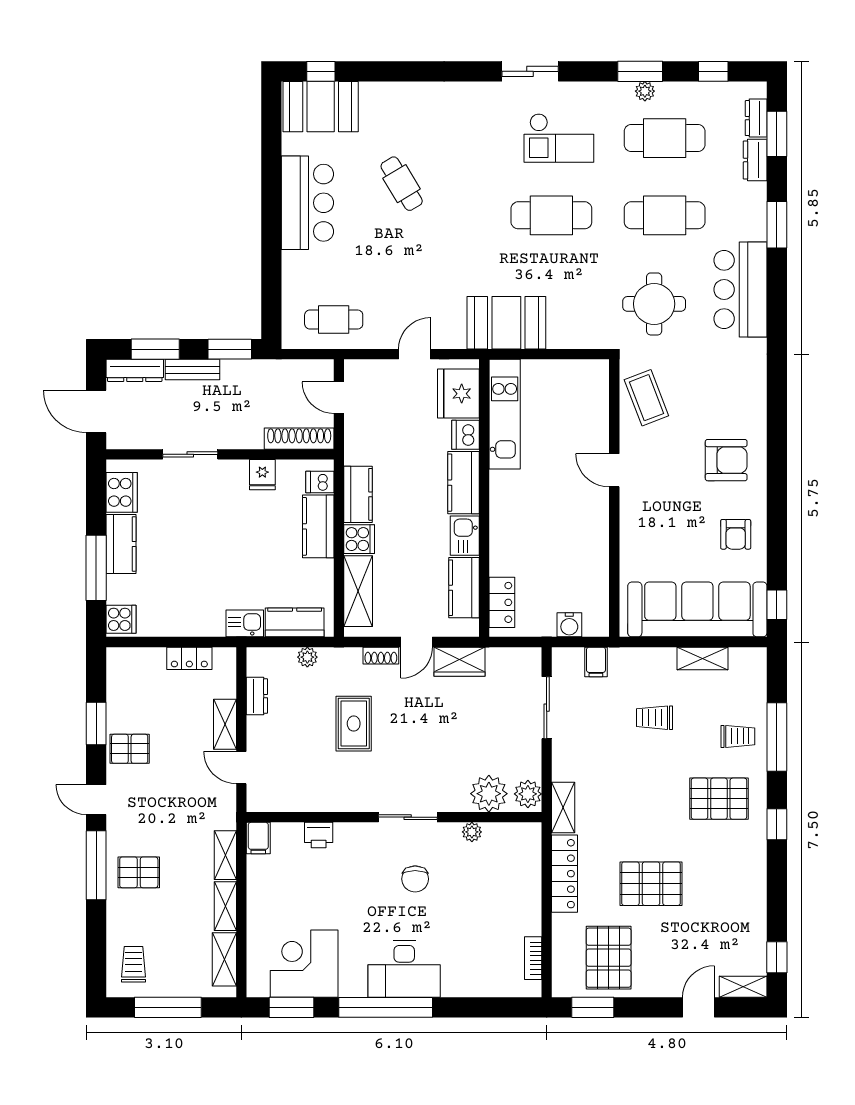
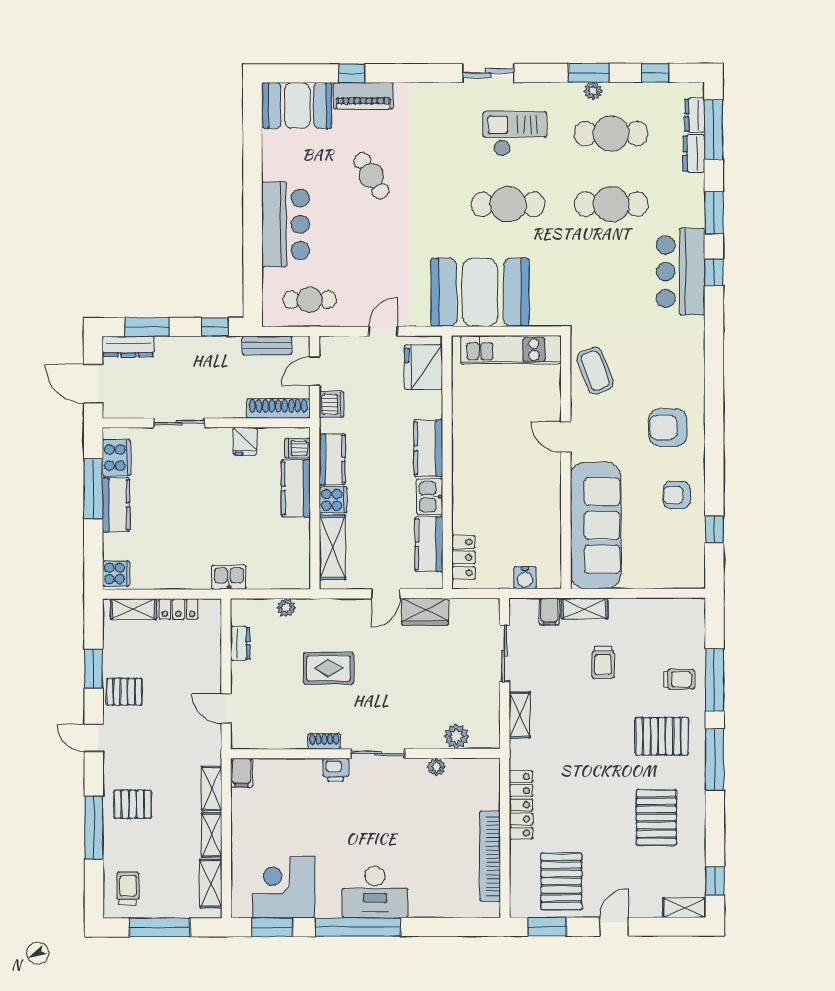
window: (321, 71) -> (352, 73), moved
piano: (393, 96) -> (363, 96), added
window: (777, 134) -> (714, 130), width x1.44
checkout: (559, 138) -> (515, 134), turned 180
bar counter: (307, 203) -> (285, 224), moved
window: (777, 290) -> (714, 272), added
round table: (654, 304) -> (602, 285), removed
booth: (506, 323) -> (480, 292), width x1.36, depth x1.42
window: (230, 349) -> (215, 327), width x0.67
bench: (192, 370) -> (267, 345), moved
door: (339, 398) -> (315, 371), hinge flipped
kitchen unit: (505, 414) -> (511, 350), moved, turned 90
dishwasher: (465, 435) -> (332, 404), moved, turned 180
armchair: (726, 460) -> (668, 427), turned 180
armchair: (736, 534) -> (677, 495), turned 90
window: (96, 568) -> (93, 489), moved
window: (777, 605) -> (714, 529), moved
sofa: (697, 609) -> (596, 525), moved, turned 90
kitchen counter: (295, 622) -> (274, 576), removed
shoe rack: (381, 656) -> (324, 741), moved, turned 180
shelving: (703, 658) -> (585, 608), moved
trolley: (655, 718) -> (603, 662), turned -90
shelving: (225, 724) -> (133, 609), moved, turned 90
rug: (354, 724) -> (328, 668), turned 90
plant: (489, 794) -> (456, 736), width x0.73, depth x0.73
plant: (528, 794) -> (487, 732), removed
shelving: (563, 808) -> (520, 715), moved
window: (777, 824) -> (715, 759), width x2.17
printer: (319, 835) -> (336, 770), moved
window: (96, 865) -> (94, 828), moved
chair: (415, 879) -> (385, 810), removed
pallet: (651, 884) -> (656, 817), moved, turned 90
bookcase: (533, 958) -> (490, 856), width x2.31, depth x1.31
door: (698, 1007) -> (614, 927), moved

